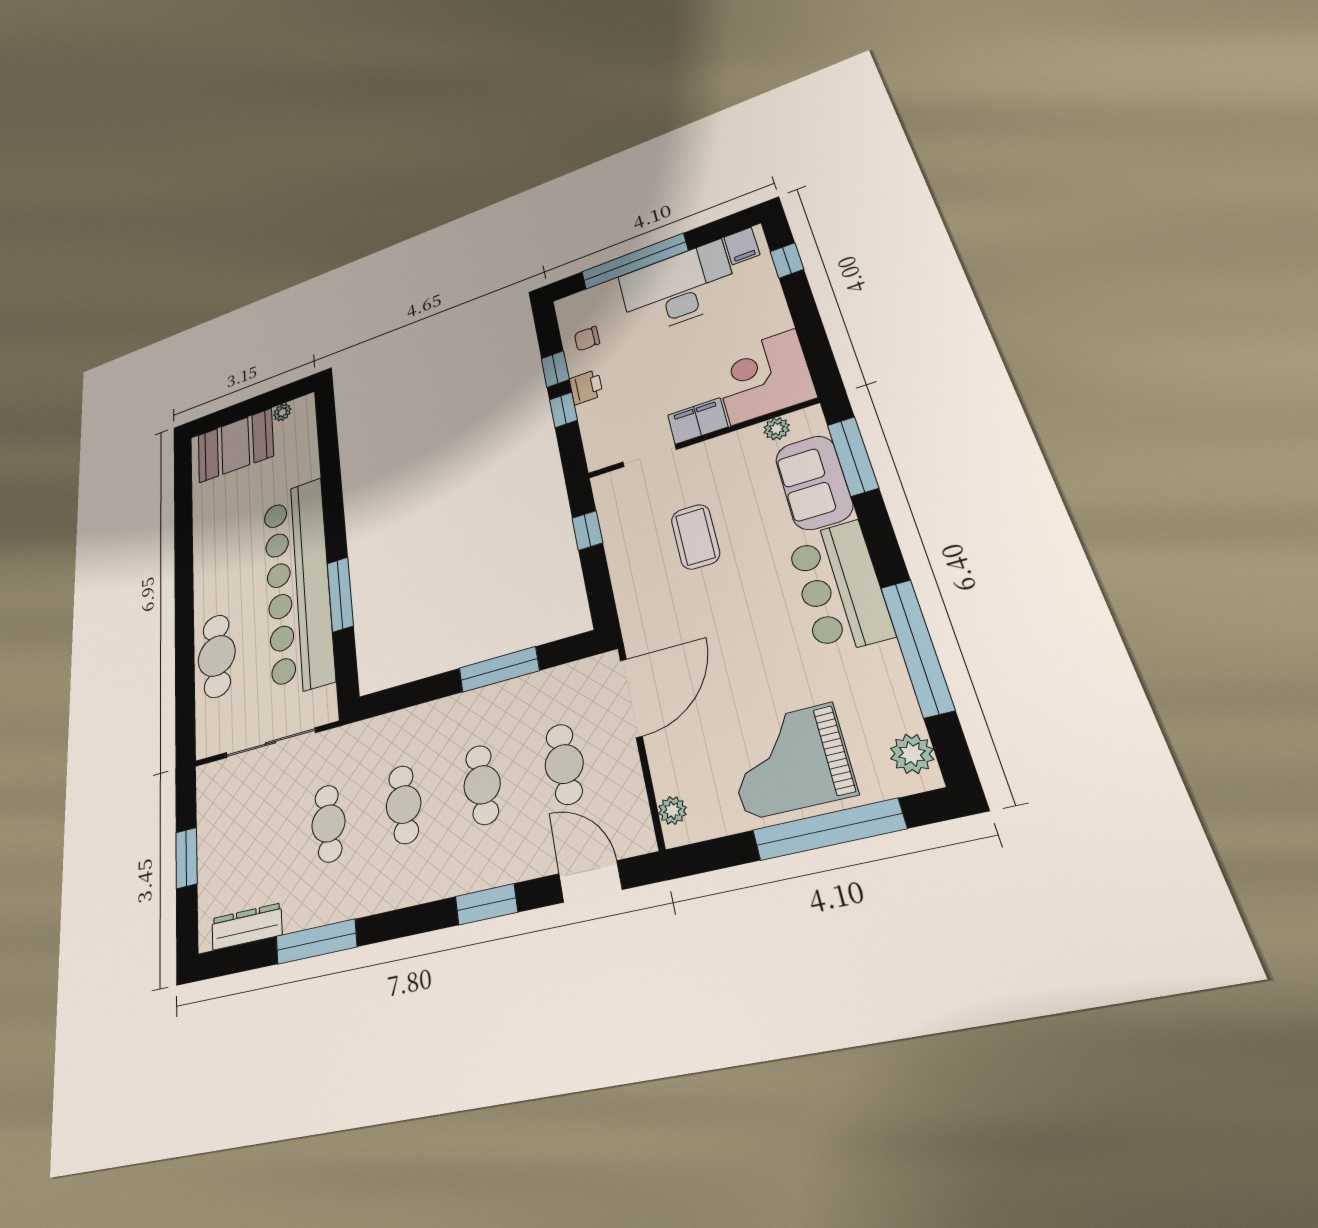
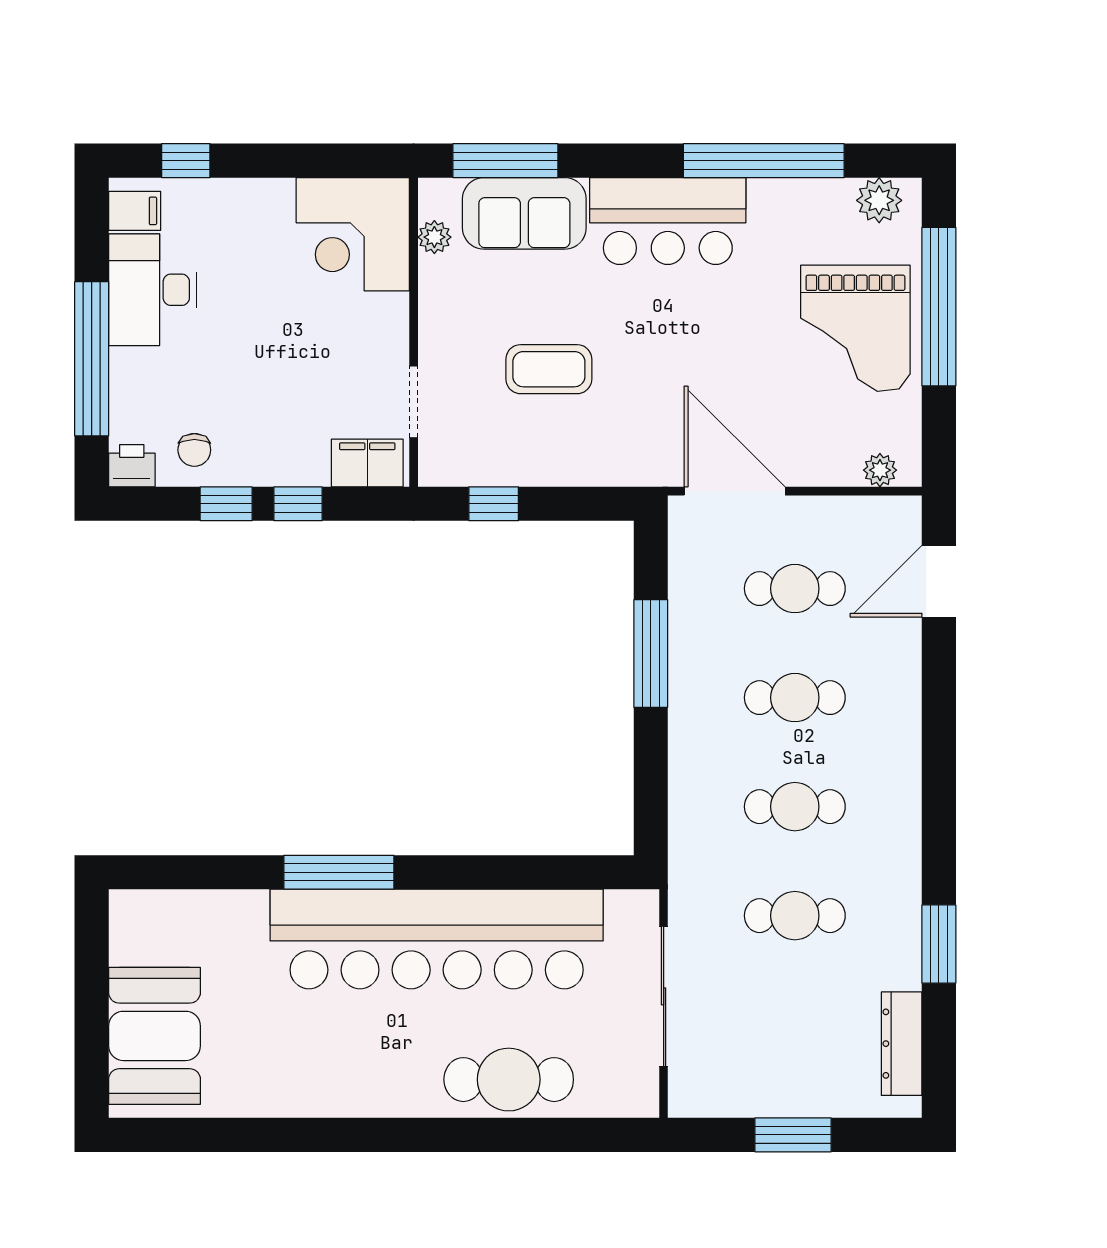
desk: (677, 288) -> (153, 290), width x0.73, depth x0.77
printer: (586, 387) -> (132, 466), moved
plant: (282, 412) -> (125, 948), removed
filing cabinet: (698, 421) -> (367, 463), moved, turned 90
window: (340, 594) -> (339, 872), moved
window: (486, 904) -> (939, 712), removed
window: (316, 942) -> (939, 944), width x0.69

